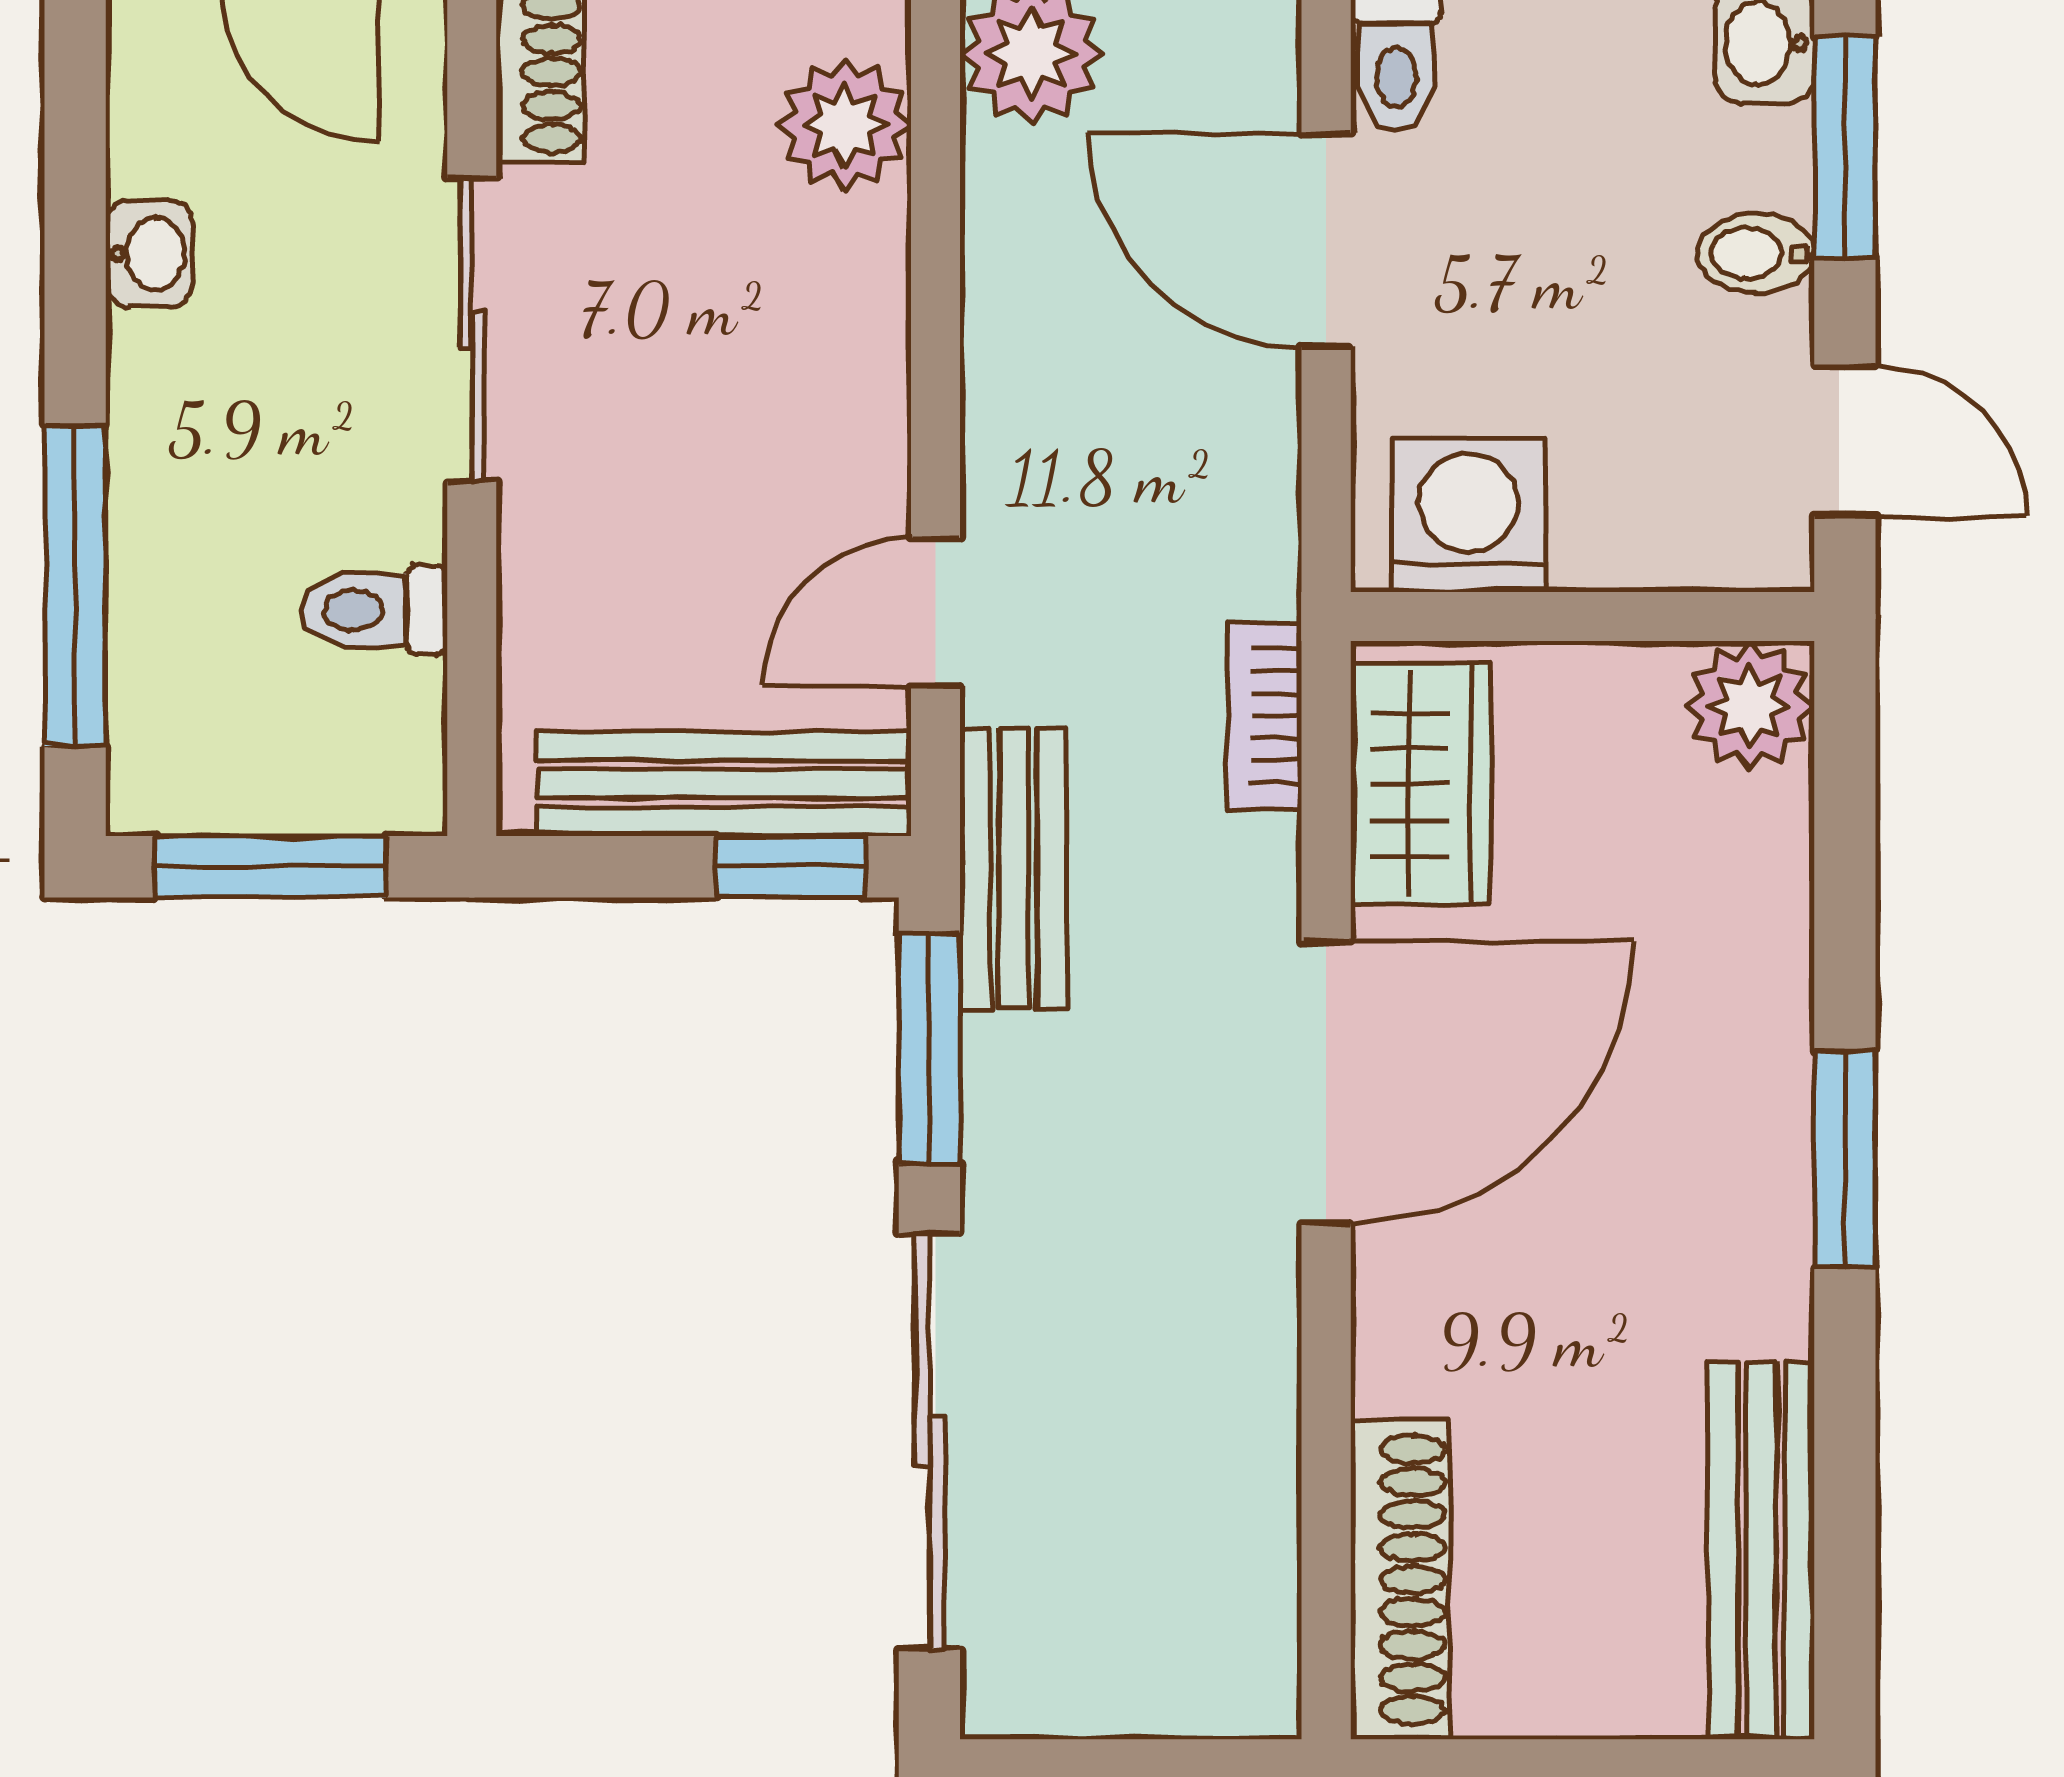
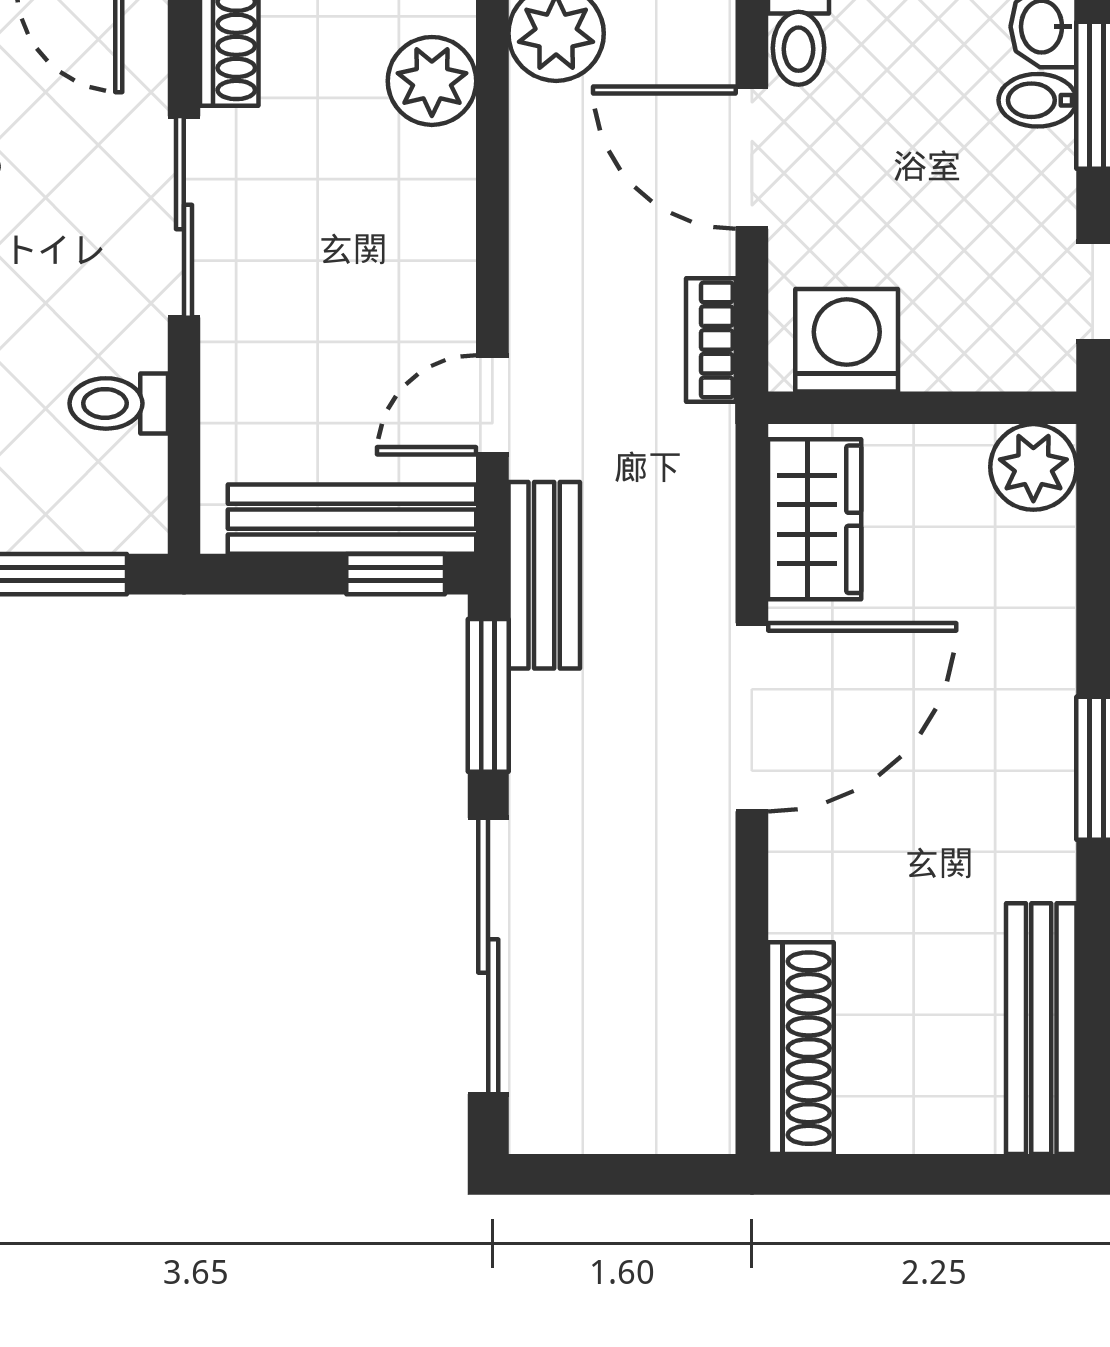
bidet: (1756, 253) -> (1038, 100), moved
bookcase: (1264, 716) -> (711, 340), moved

